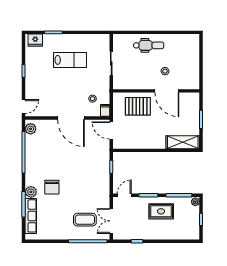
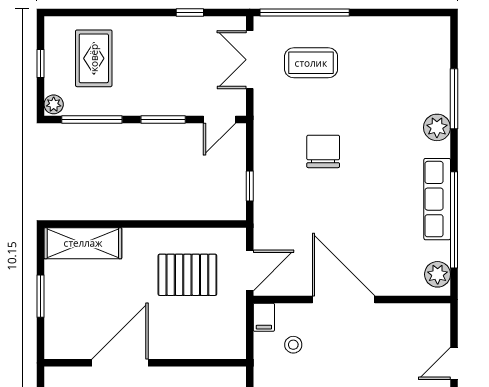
door: (167, 91) -> (120, 363), hinge flipped
pallet: (138, 106) -> (187, 275), moved
door: (24, 107) -> (454, 363), moved
door: (111, 130) -> (250, 271), hinge flipped
chair: (52, 187) -> (323, 151), moved
rug: (161, 211) -> (94, 58), moved, turned 90
row of seats: (31, 216) -> (437, 199), moved
double door: (111, 221) -> (250, 60), swing flipped

